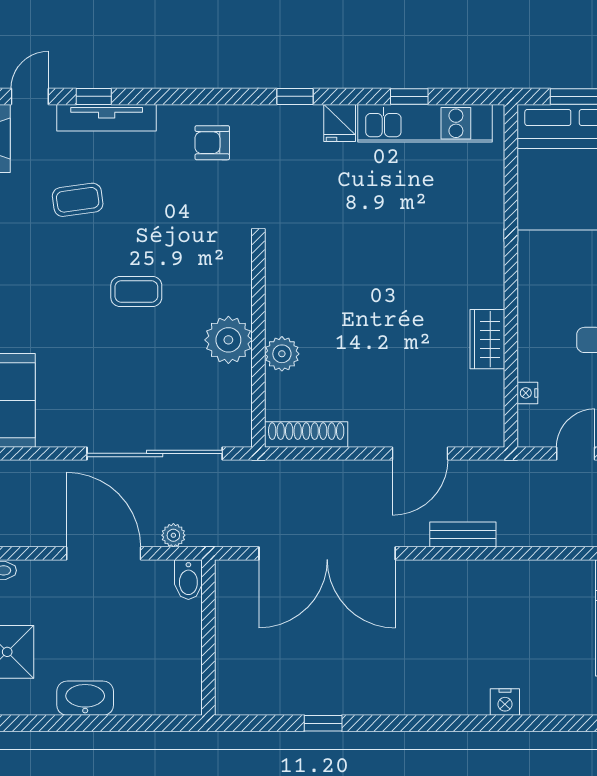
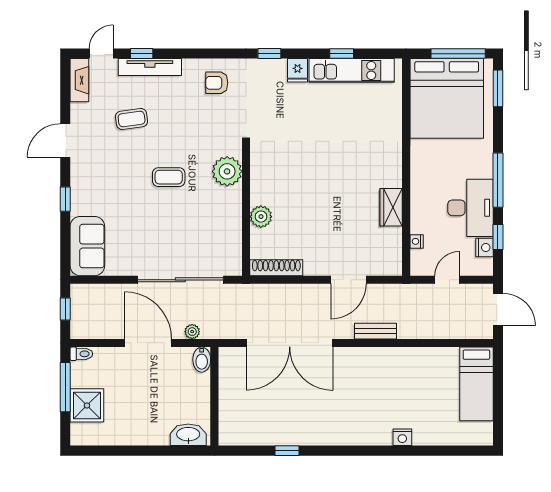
plant: (228, 340) -> (227, 171), moved
washbasin: (85, 698) -> (188, 435), moved

